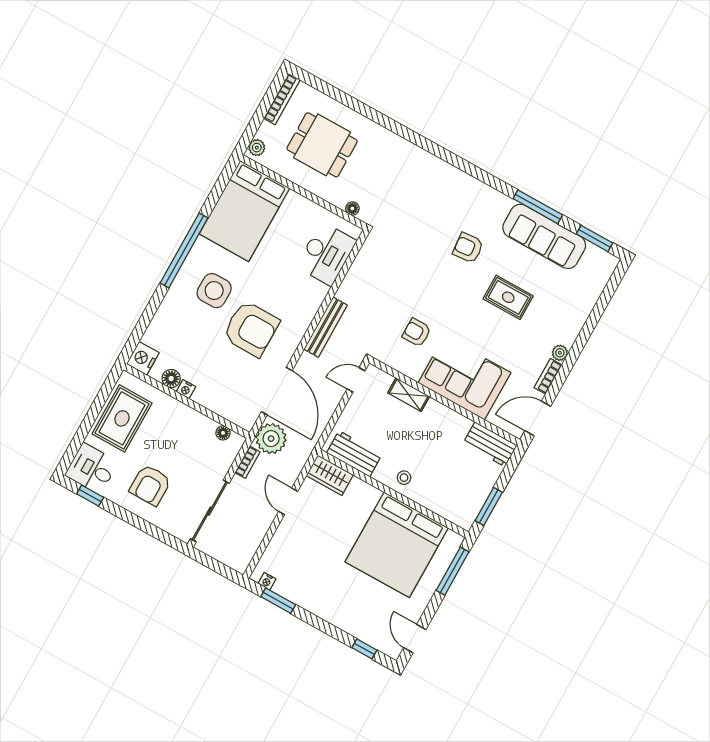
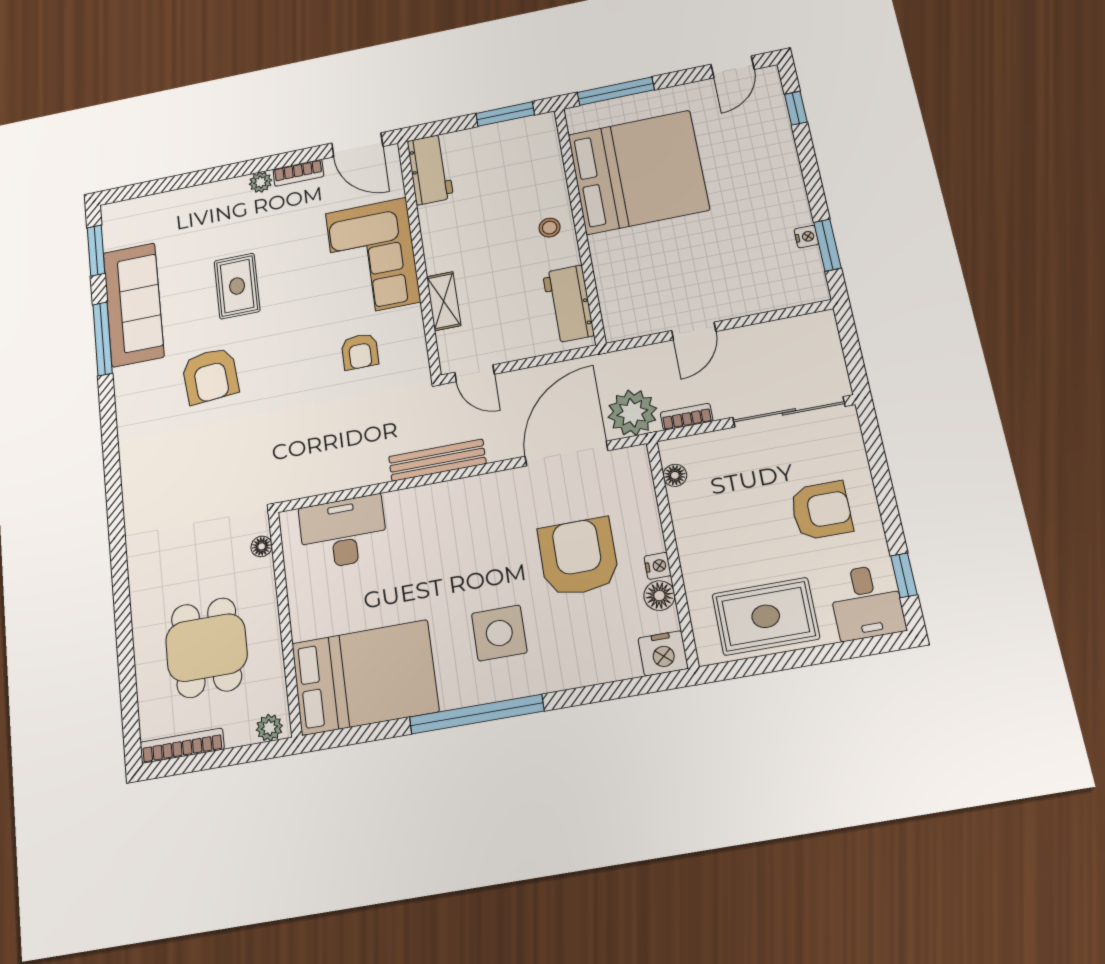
armchair: (468, 248) -> (210, 376), width x1.38, depth x1.38
armchair: (251, 329) -> (578, 557), moved
wardrobe: (330, 475) -> (619, 310), removed
nightstand: (267, 581) -> (806, 237), moved

